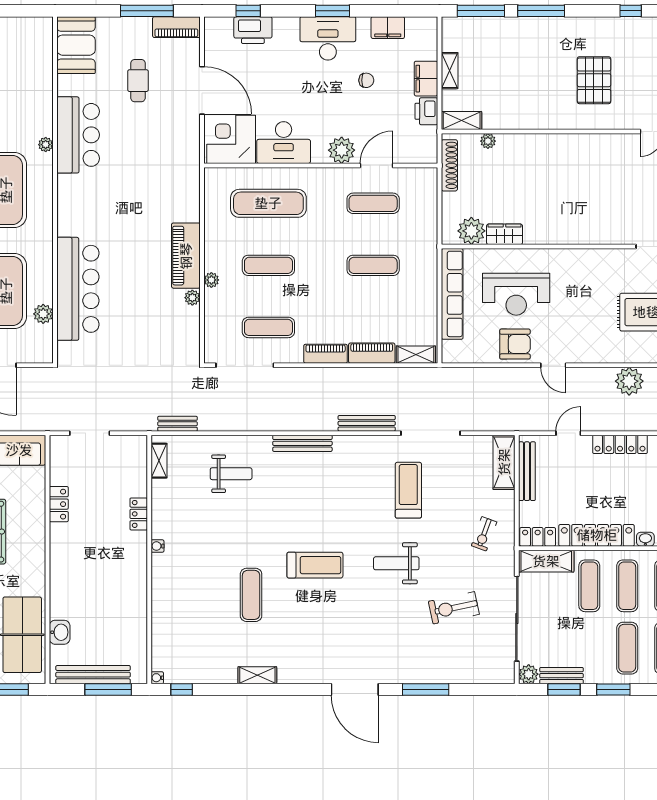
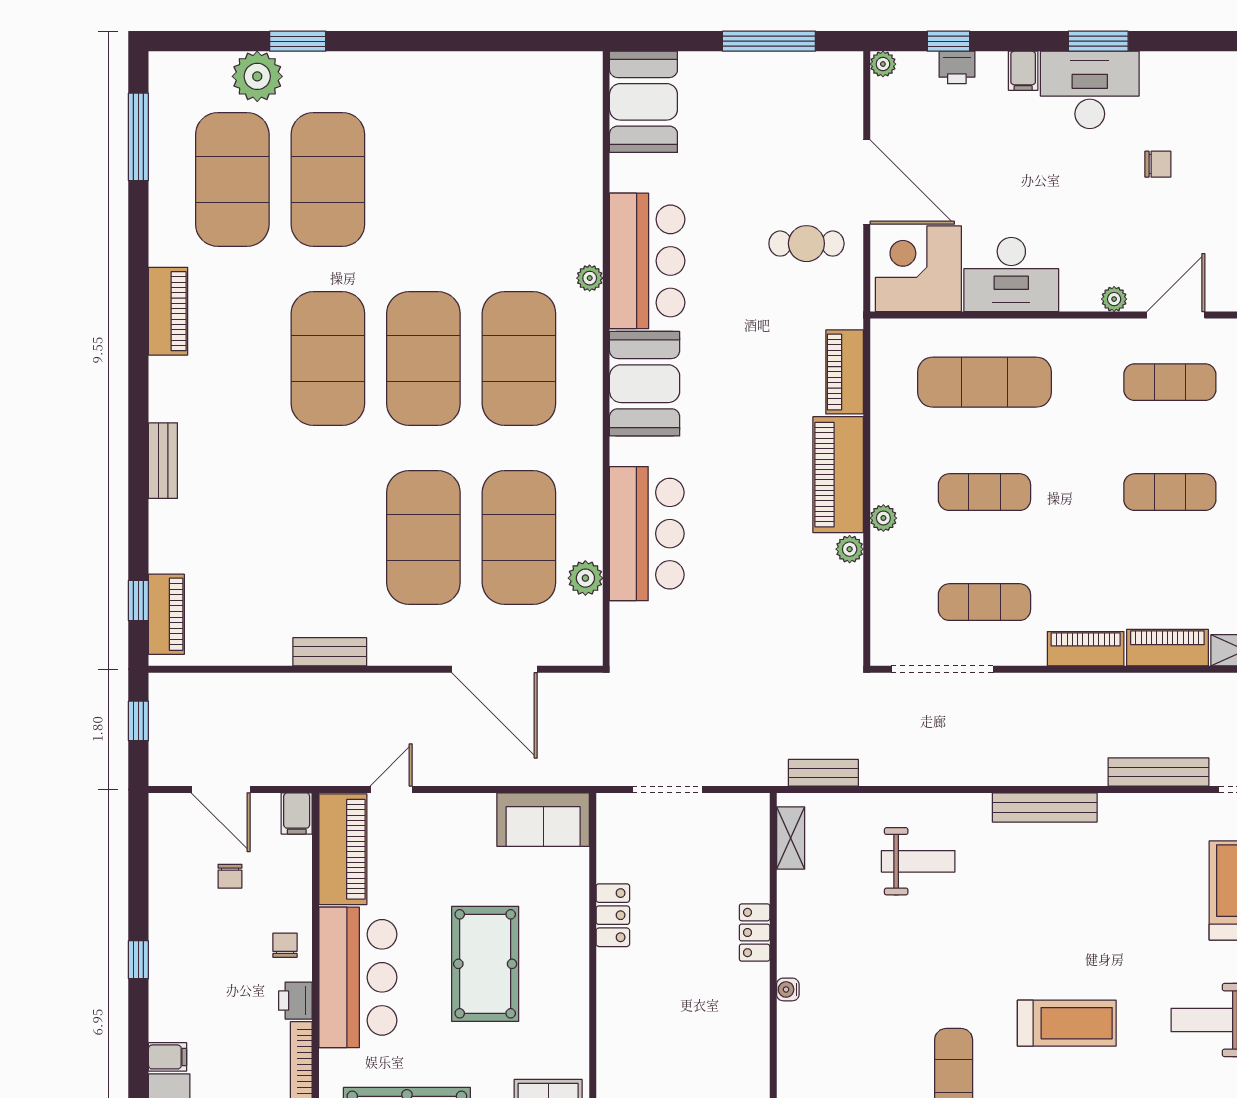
plant: (211, 24) -> (883, 64), added
piano: (176, 27) -> (845, 372), moved, turned 90
filing cabinet: (388, 28) -> (1023, 71), moved, width x0.50
printer: (253, 30) -> (957, 67), width x0.53, depth x0.68
cafe table: (138, 81) -> (806, 244), moved, turned 90
plant: (342, 150) -> (1114, 299), width x0.53, depth x0.53
booth: (77, 204) -> (645, 384), added
bar counter: (78, 289) -> (647, 534), width x0.73

